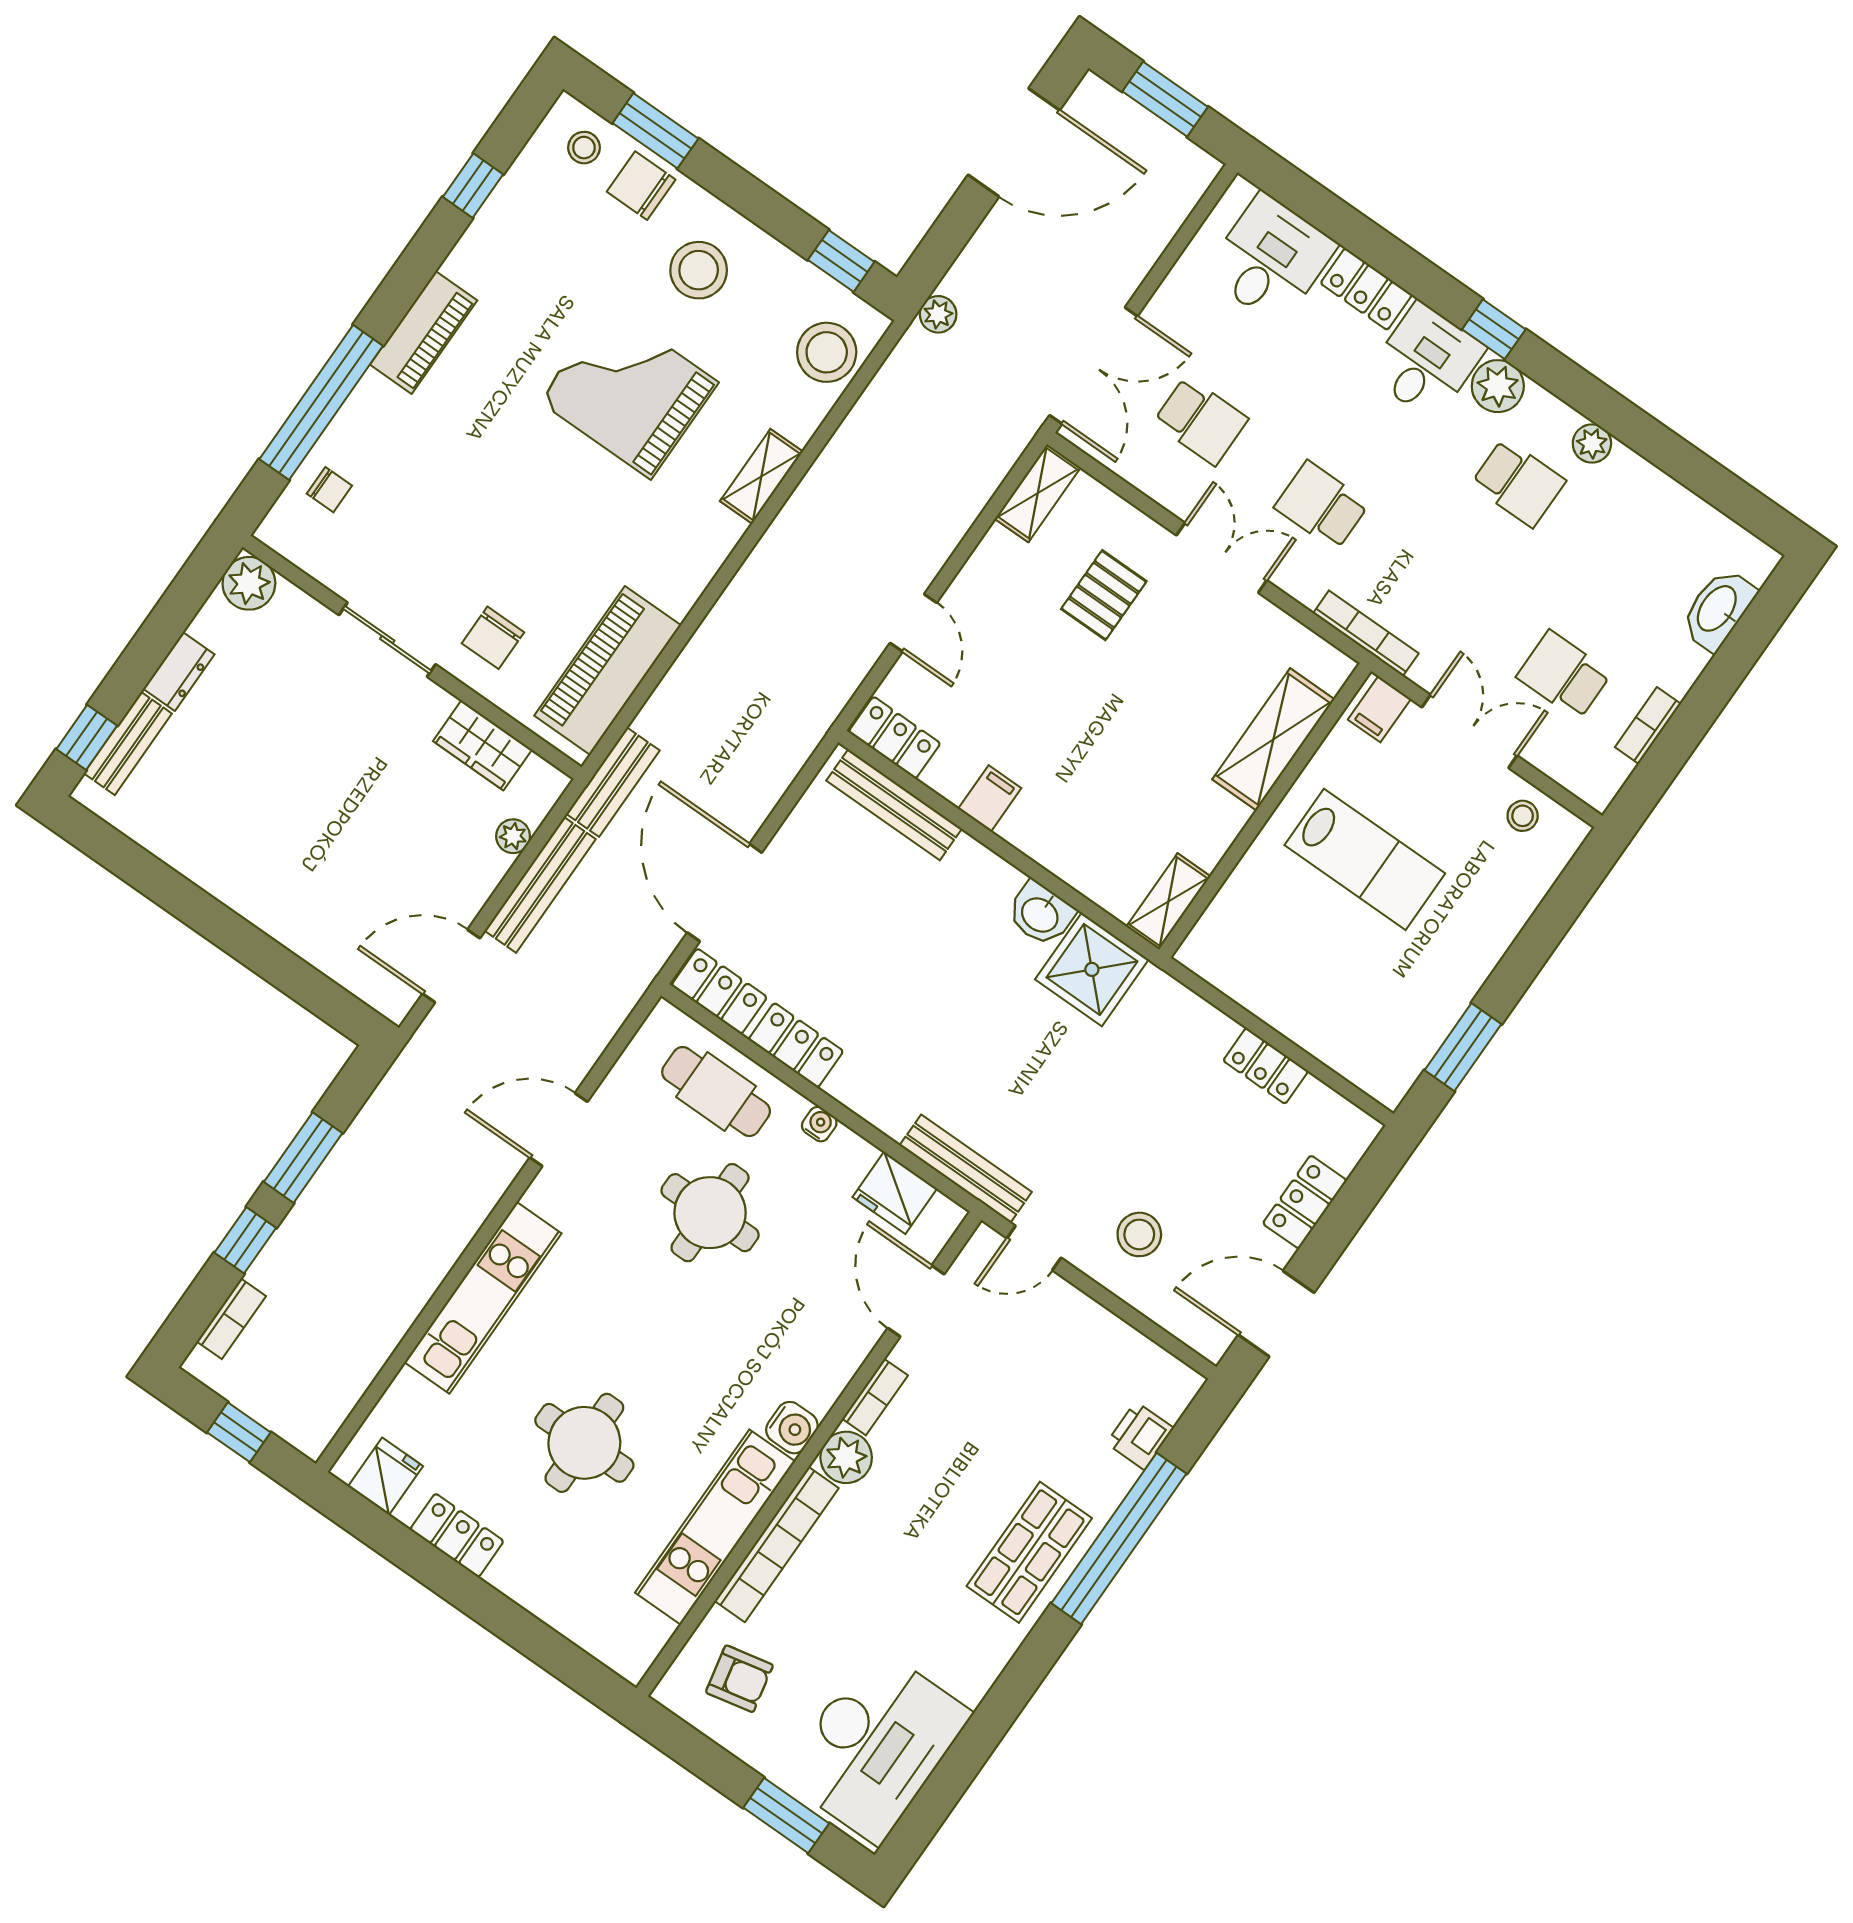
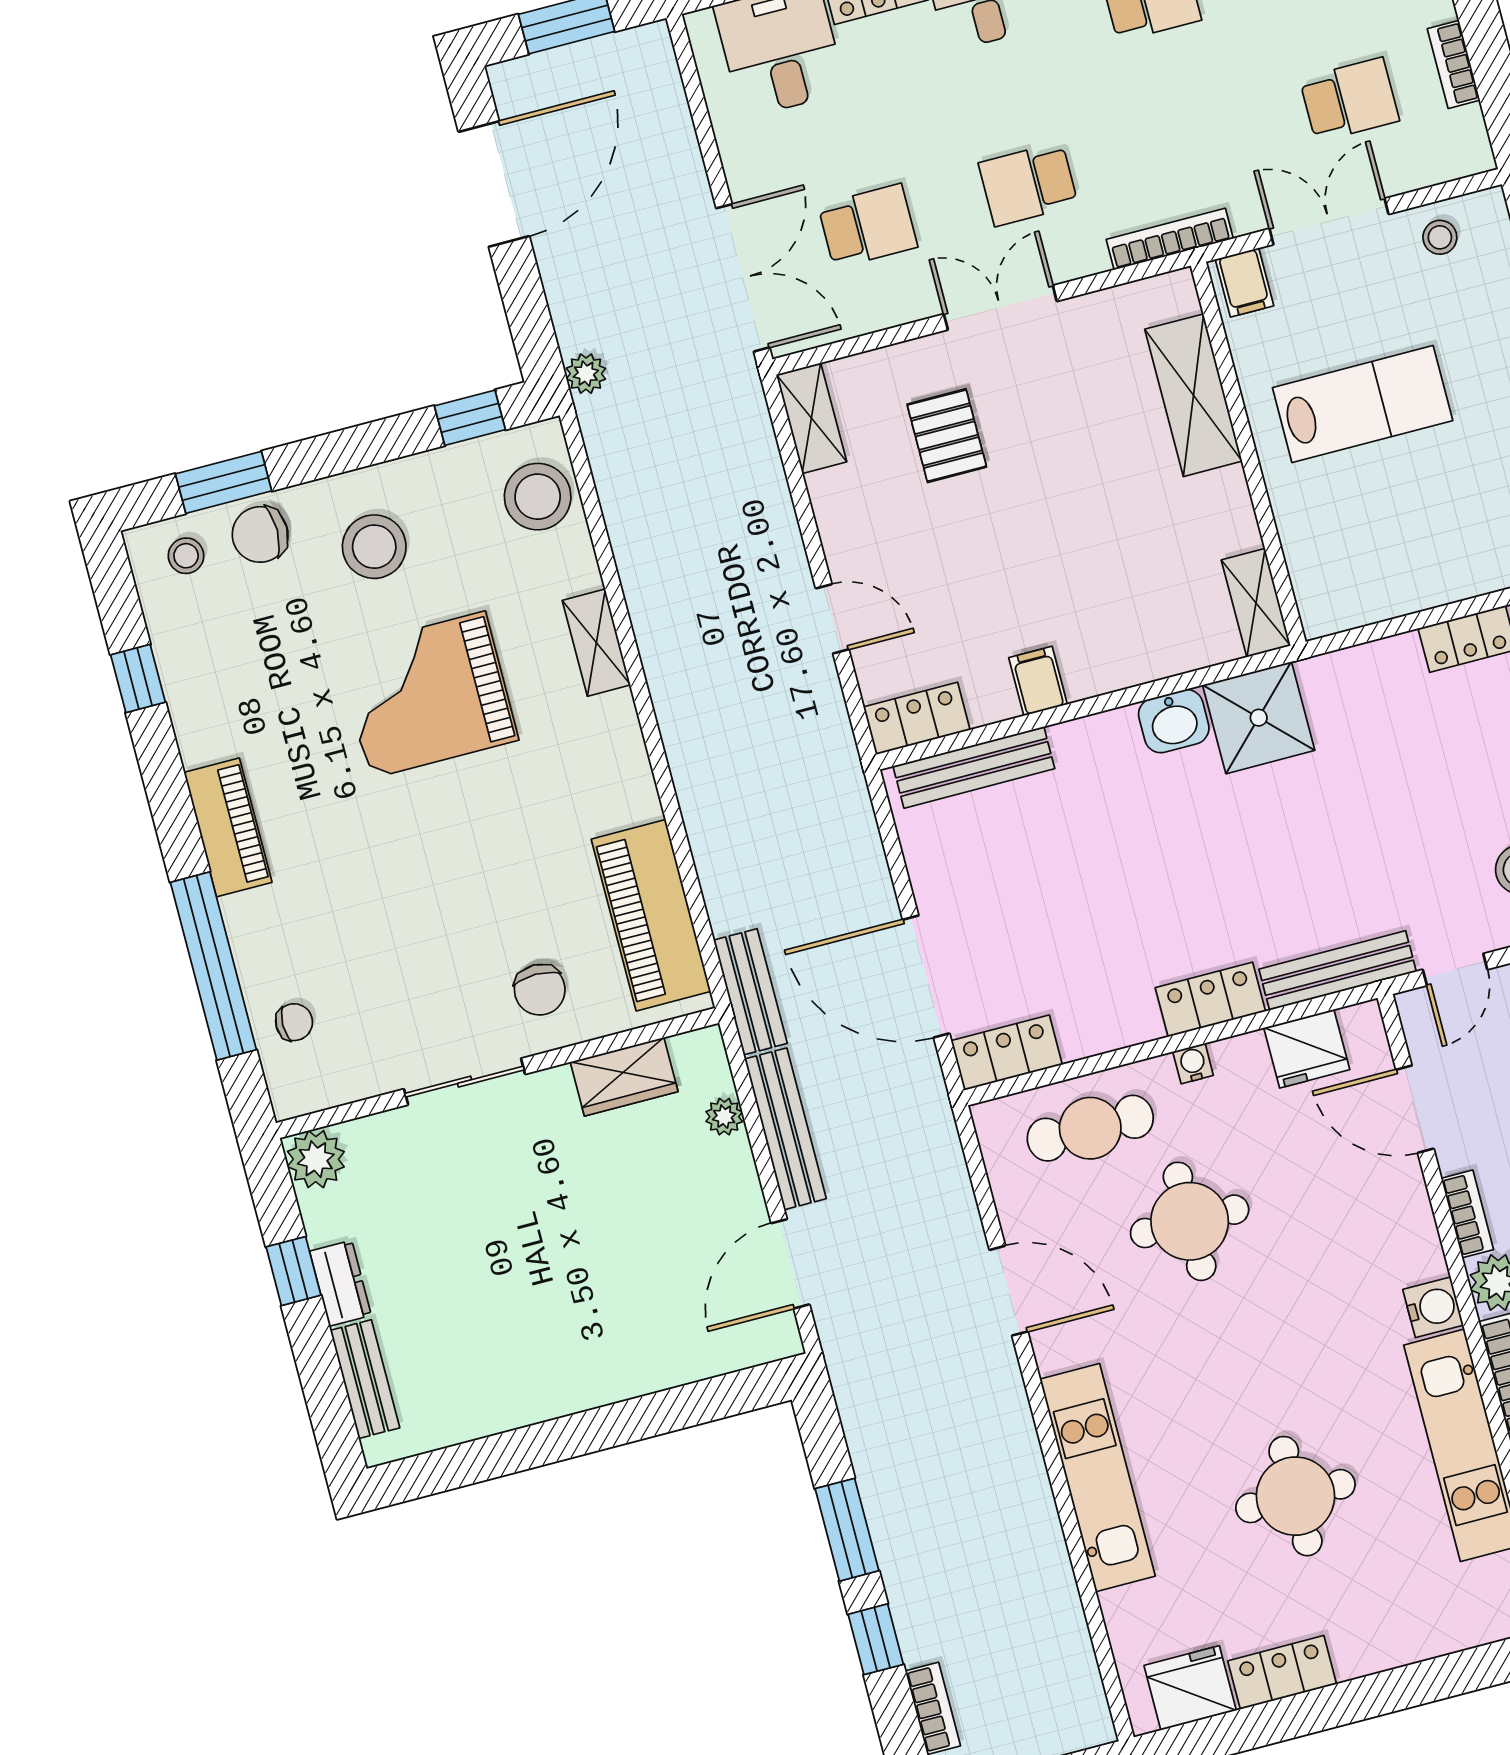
school desk: (1564, 675) -> (1349, 100), turned 180
window: (87, 737) -> (293, 1271), moved
locker: (796, 1045) -> (1210, 1000), moved
door: (559, 1130) -> (1009, 1291), swing flipped
fridge: (385, 1476) -> (1190, 1688), width x1.38

